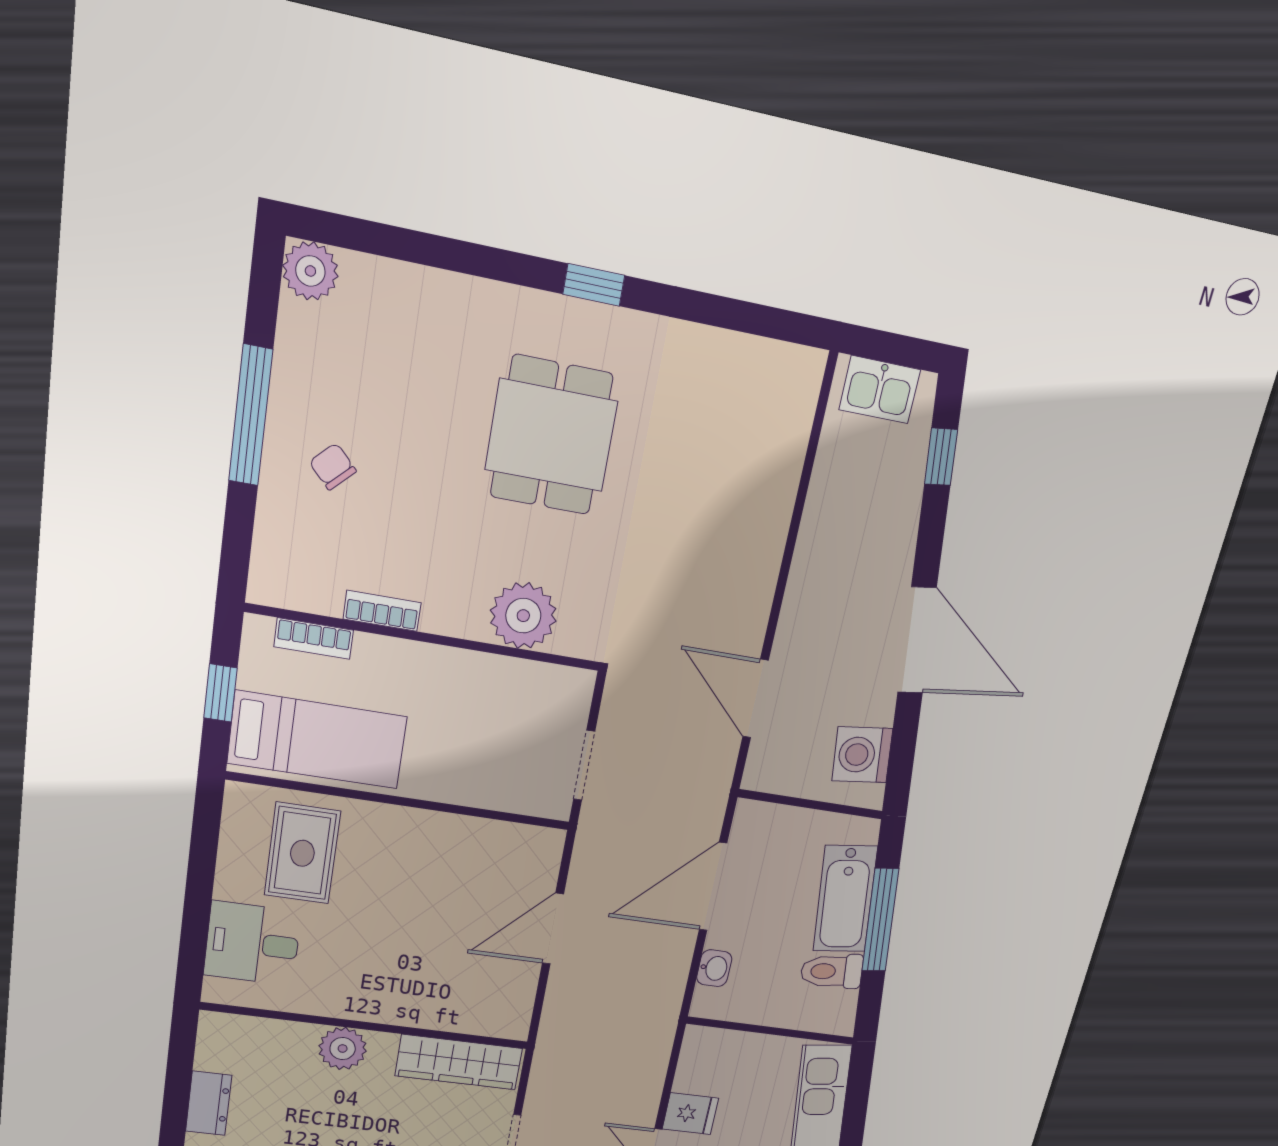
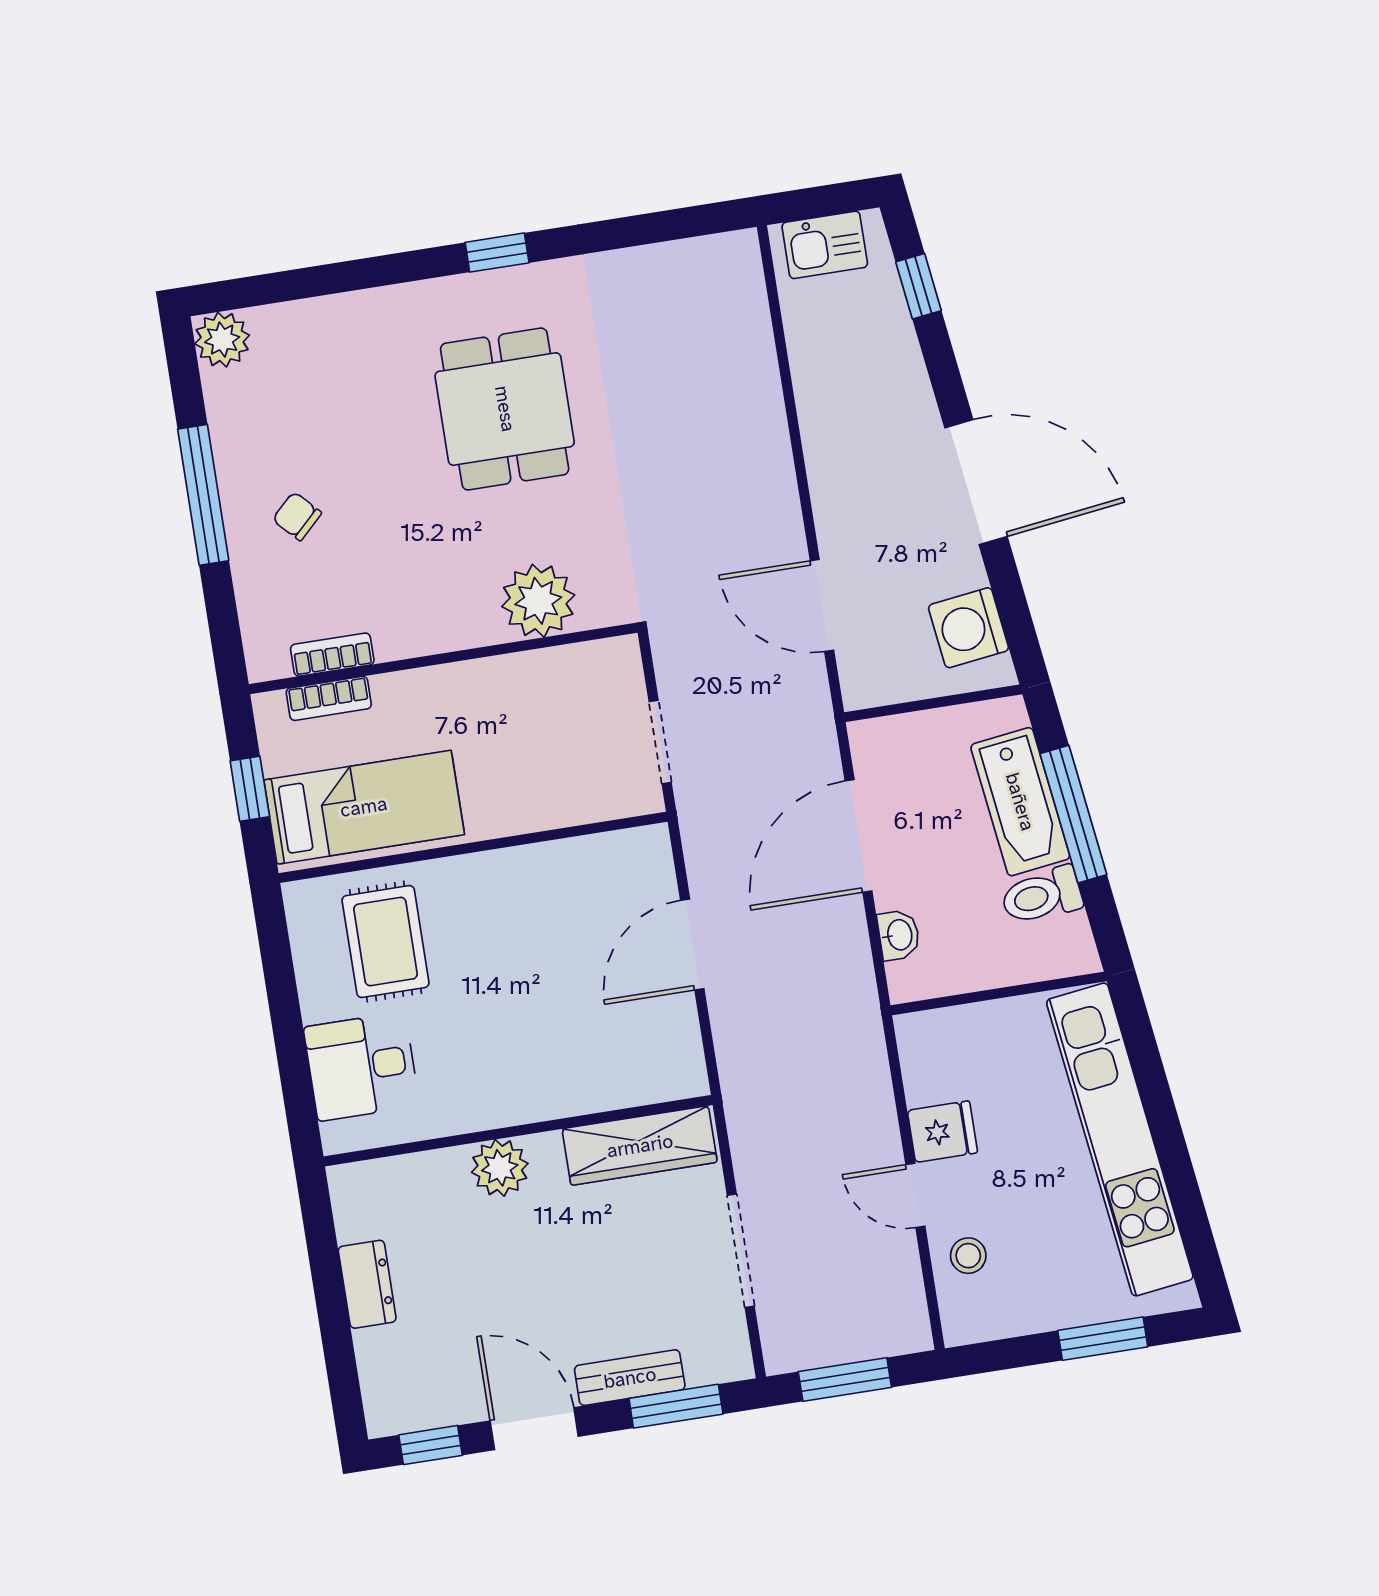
bookcase: (382, 611) -> (332, 655), moved

